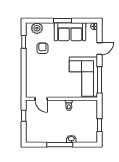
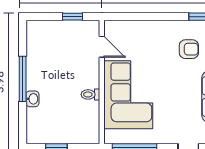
corner sofa: (83, 77) -> (128, 95), moved, turned 90
door: (41, 99) -> (102, 47), swing flipped

